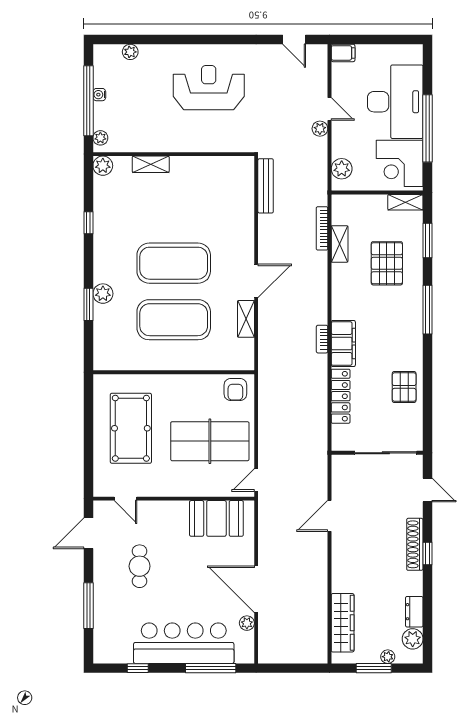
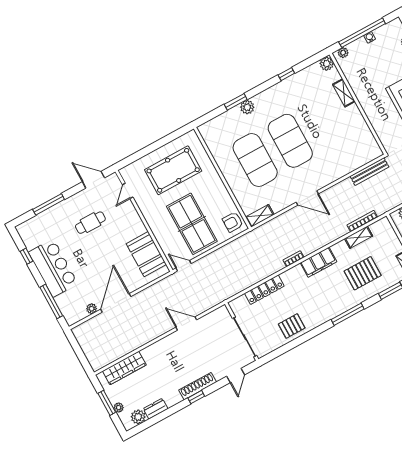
shelving: (246, 319) -> (260, 216), moved
filing cabinet: (343, 344) -> (318, 262), moved
bar counter: (184, 643) -> (53, 268), width x0.73

